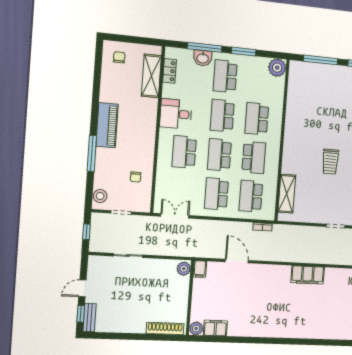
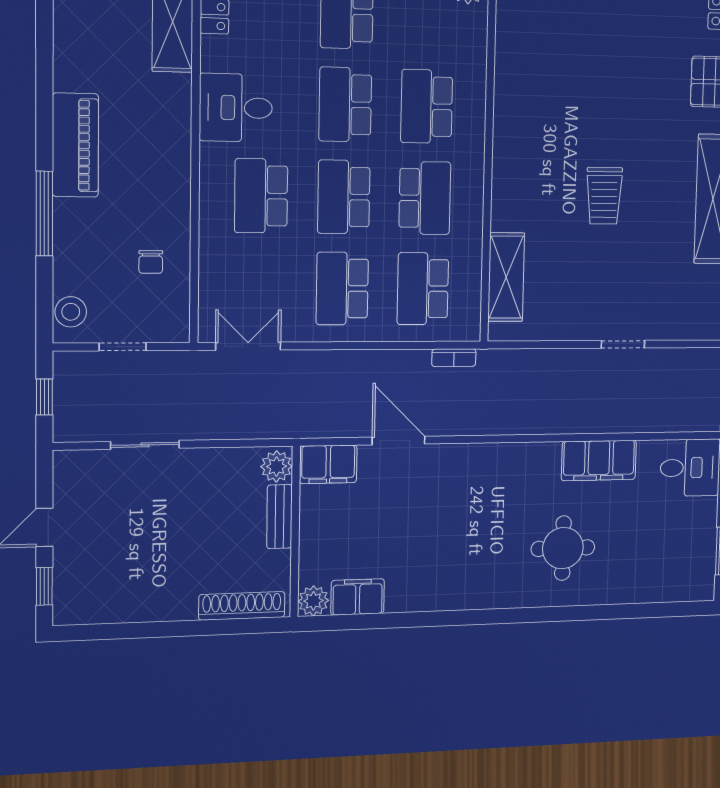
filing cabinet: (200, 269) -> (328, 464), width x2.00
filing cabinet: (308, 275) -> (599, 460), moved
round table: (305, 313) -> (563, 548), added
bench: (89, 318) -> (279, 517), moved

